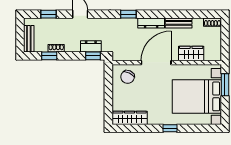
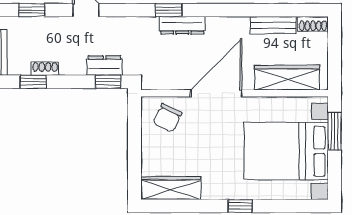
dresser: (151, 23) -> (182, 25), moved
bench: (179, 23) -> (273, 25), moved
wardrobe: (191, 53) -> (287, 78), width x1.50

